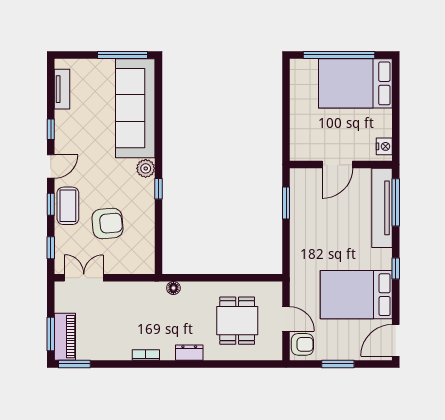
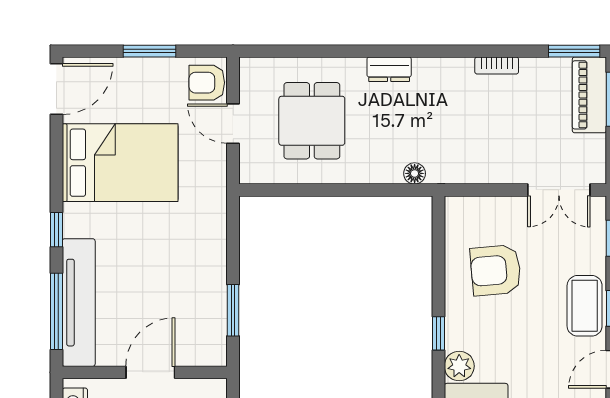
armchair: (107, 223) -> (496, 270), moved
window: (396, 269) -> (56, 230), moved
bookcase: (146, 355) -> (497, 66), moved

